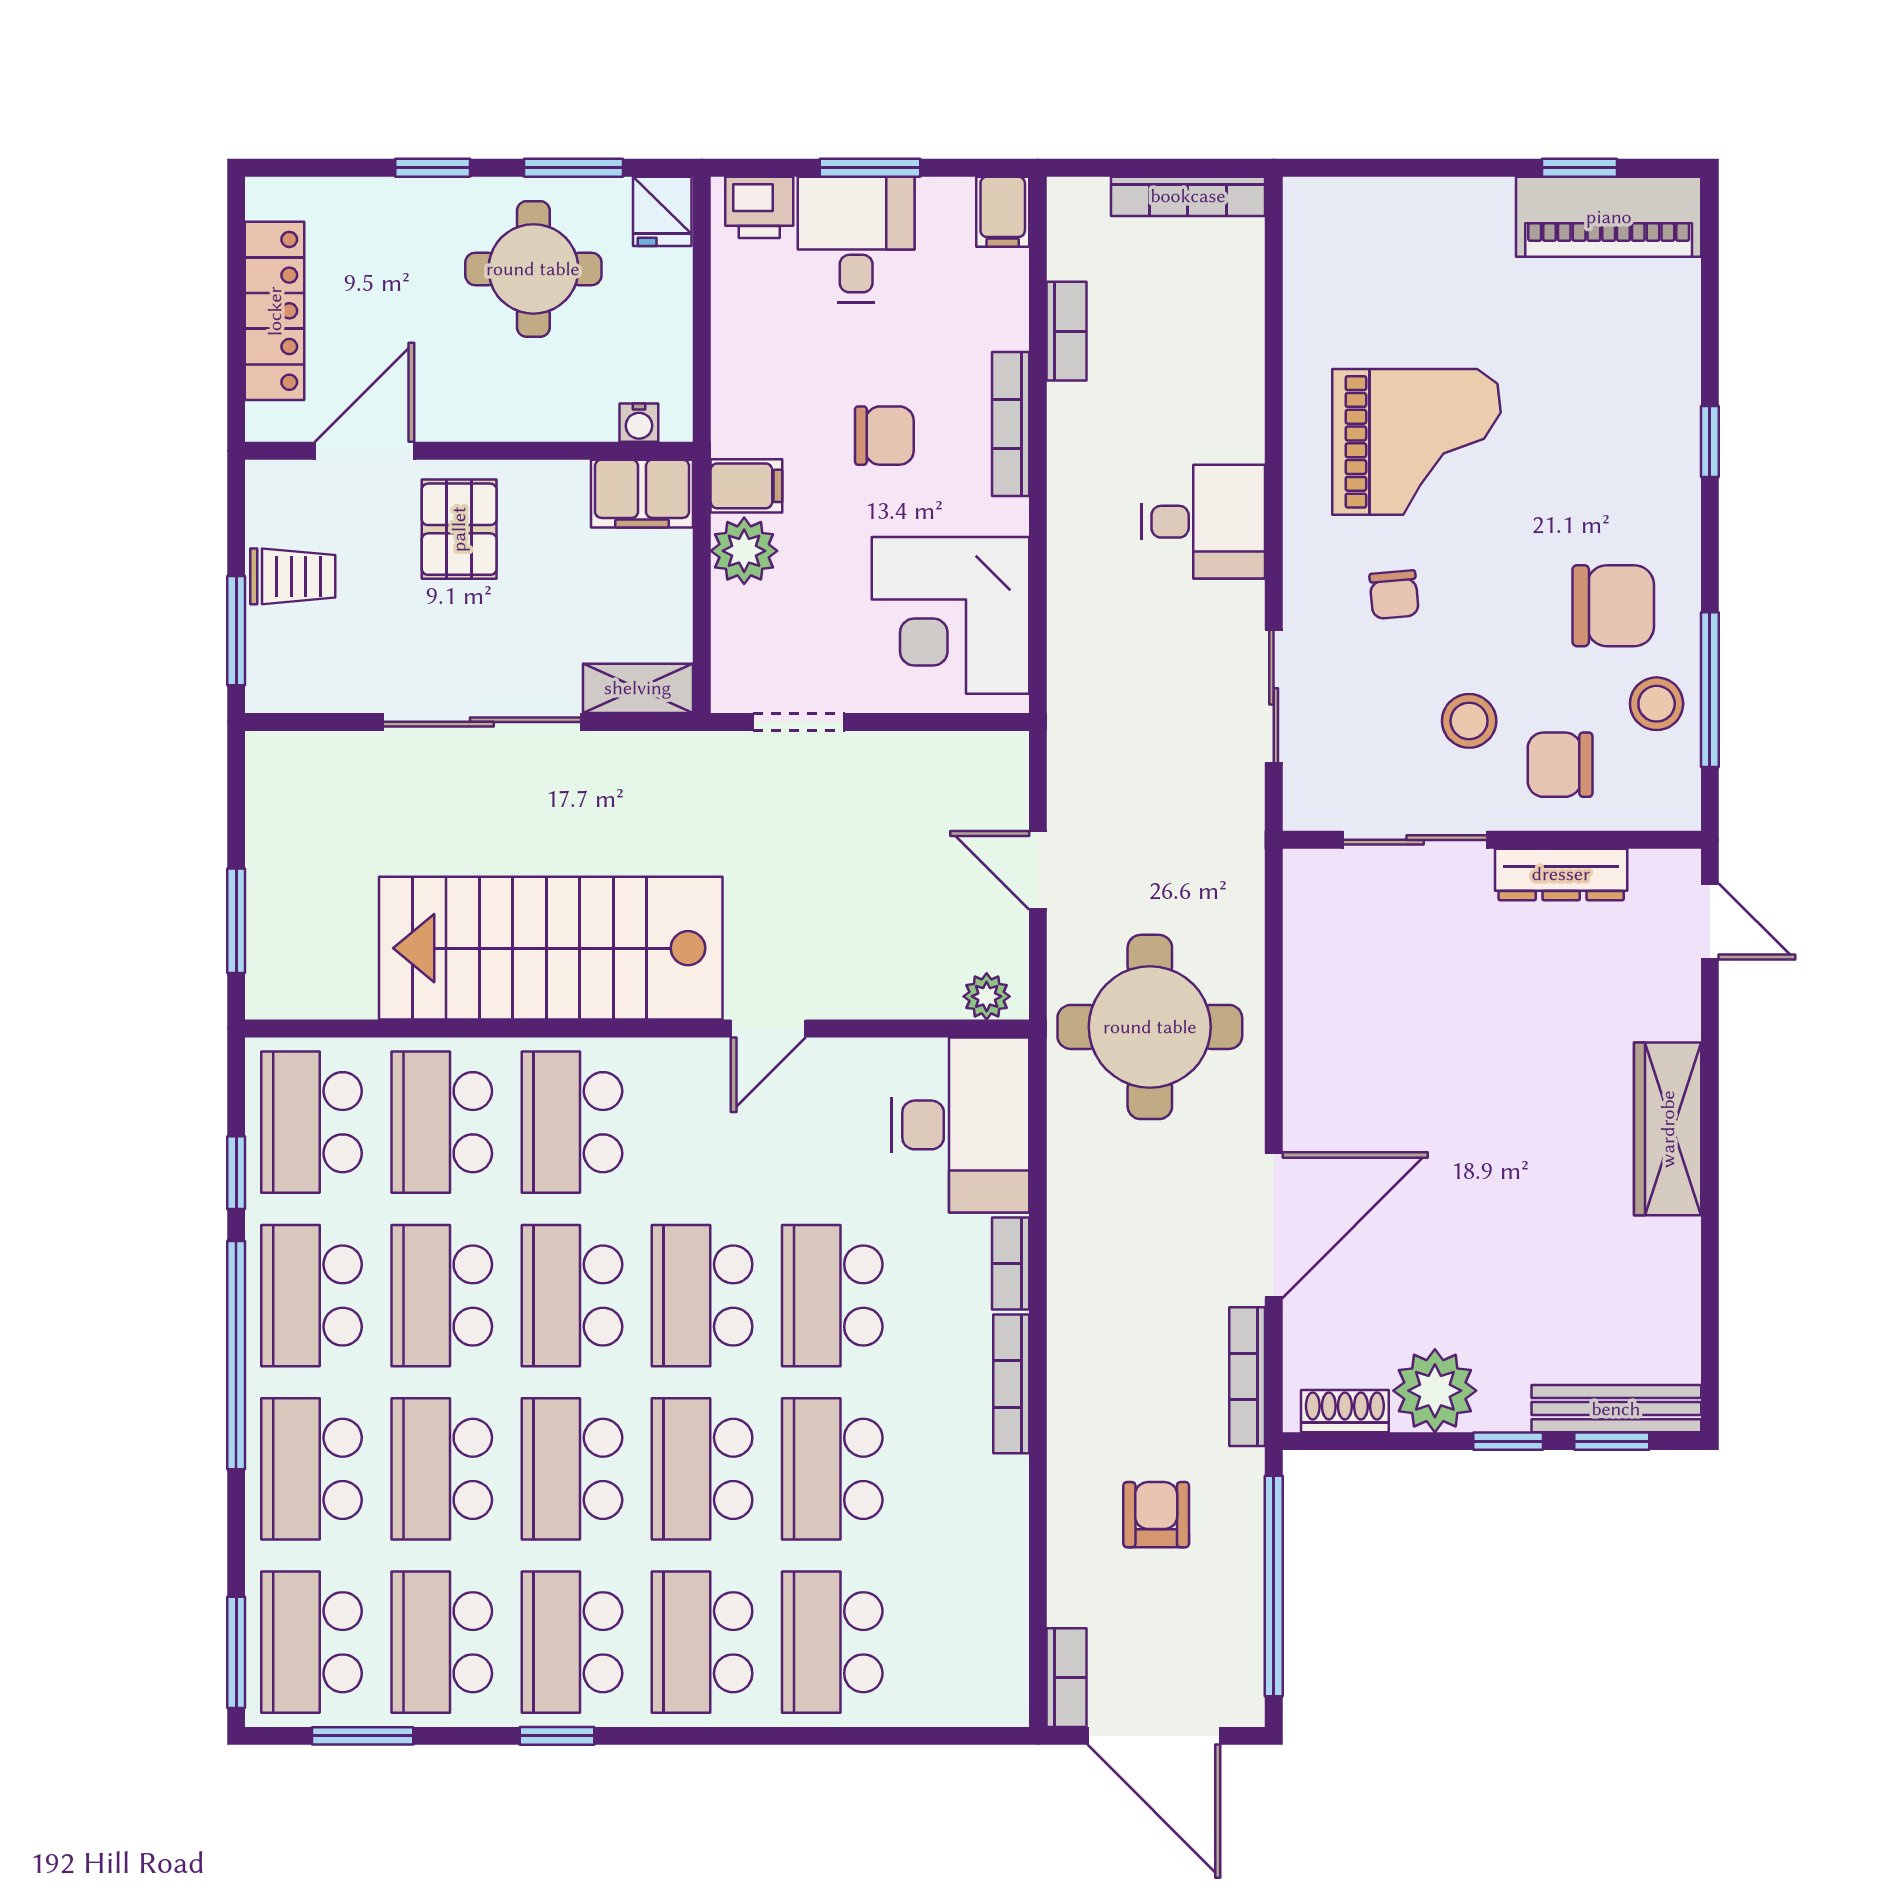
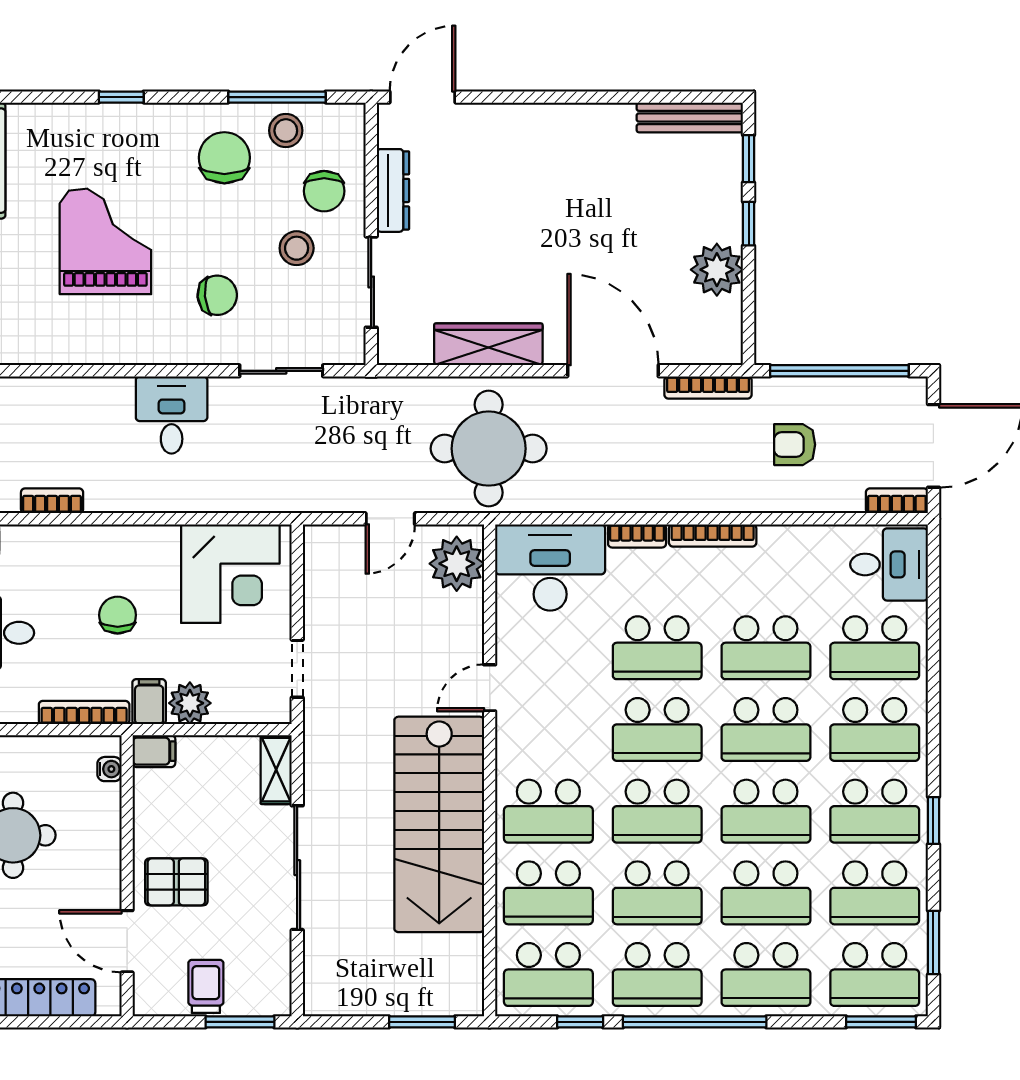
bookcase: (1011, 424) -> (84, 712), moved, turned 180
grand piano: (1417, 442) -> (105, 241), moved
filing cabinet: (642, 494) -> (154, 751), width x0.50
chair: (1394, 595) -> (217, 295), width x1.37, depth x1.37
door: (1710, 922) -> (422, 97), width x1.38
plant: (987, 996) -> (457, 564), width x1.87, depth x1.87
door: (768, 1028) -> (490, 688), swing flipped
wardrobe: (1668, 1129) -> (488, 344), moved, turned 180
bench: (1616, 1409) -> (690, 117), moved, turned 90
shoe rack: (1345, 1411) -> (730, 326), removed
desk: (965, 1665) -> (889, 564), added

